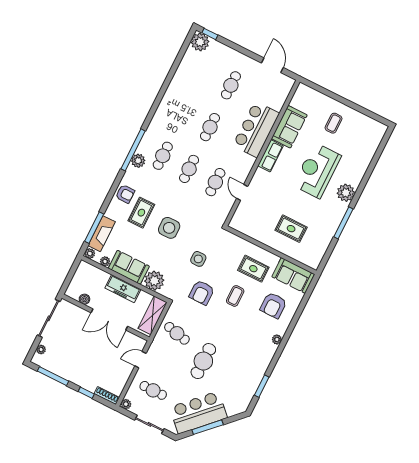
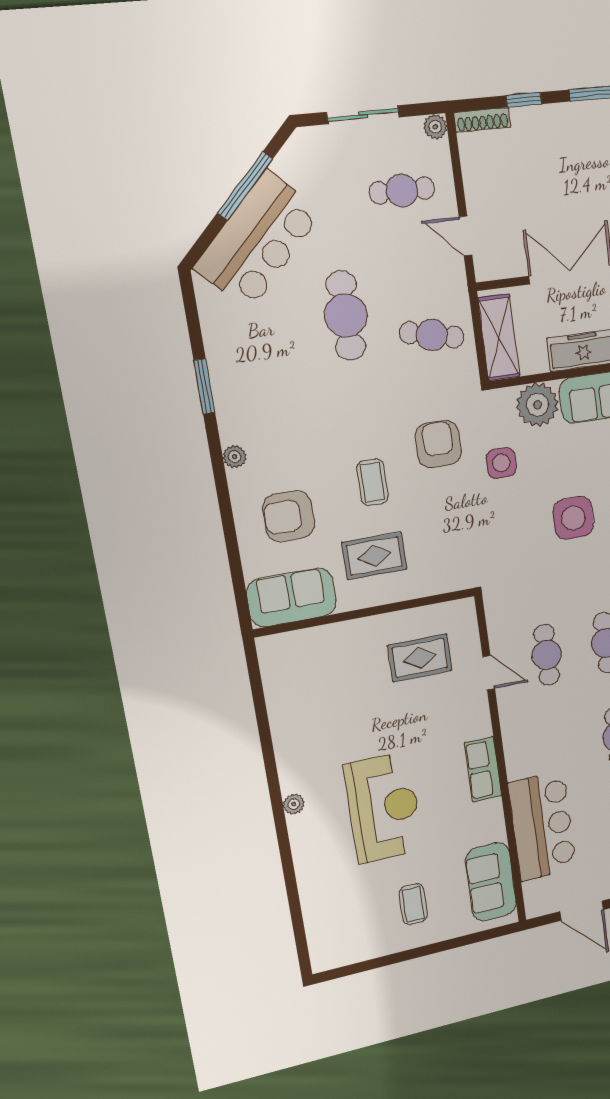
sofa: (289, 127) -> (491, 882), moved
bar counter: (256, 129) -> (542, 826), moved
plant: (346, 193) -> (294, 804), width x0.53, depth x0.53
window: (343, 223) -> (269, 758), removed
rug: (291, 229) -> (420, 658), moved
side table: (198, 259) -> (501, 463), moved
armchair: (273, 305) -> (289, 516), turned -90
door: (140, 360) -> (466, 236), swing flipped
window: (262, 386) -> (204, 386), moved
bar counter: (198, 412) -> (258, 240), moved

